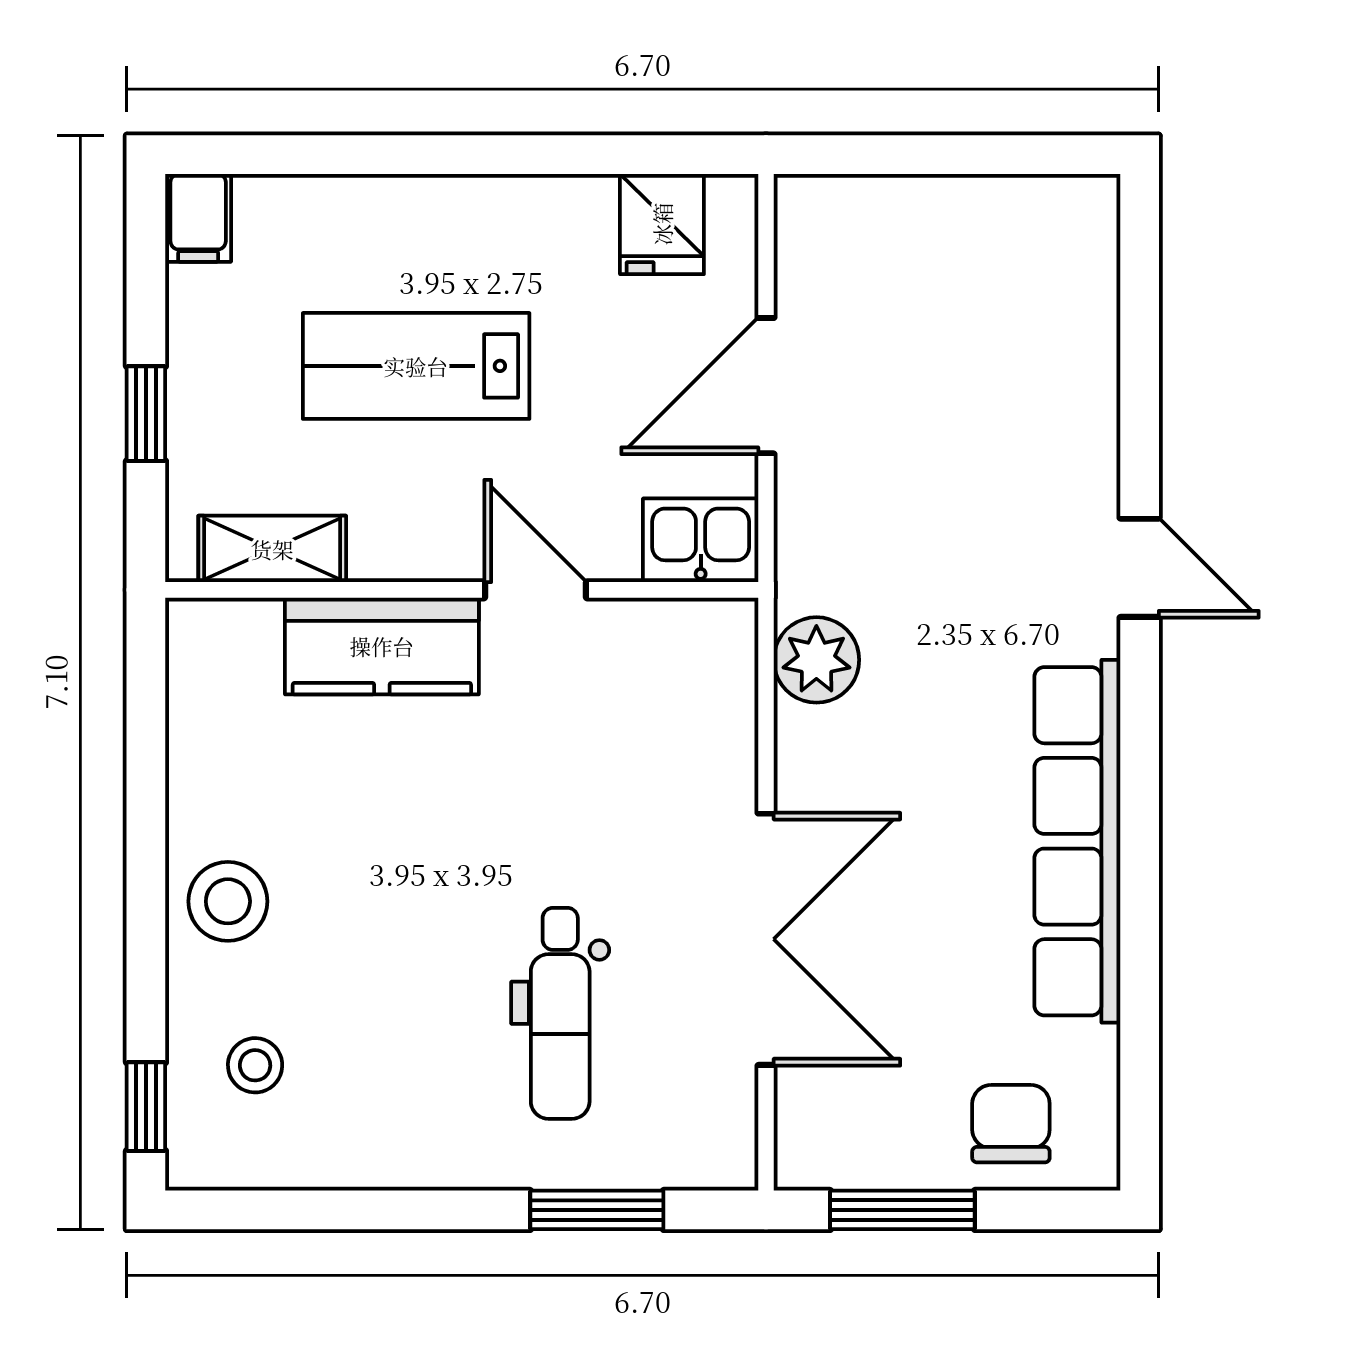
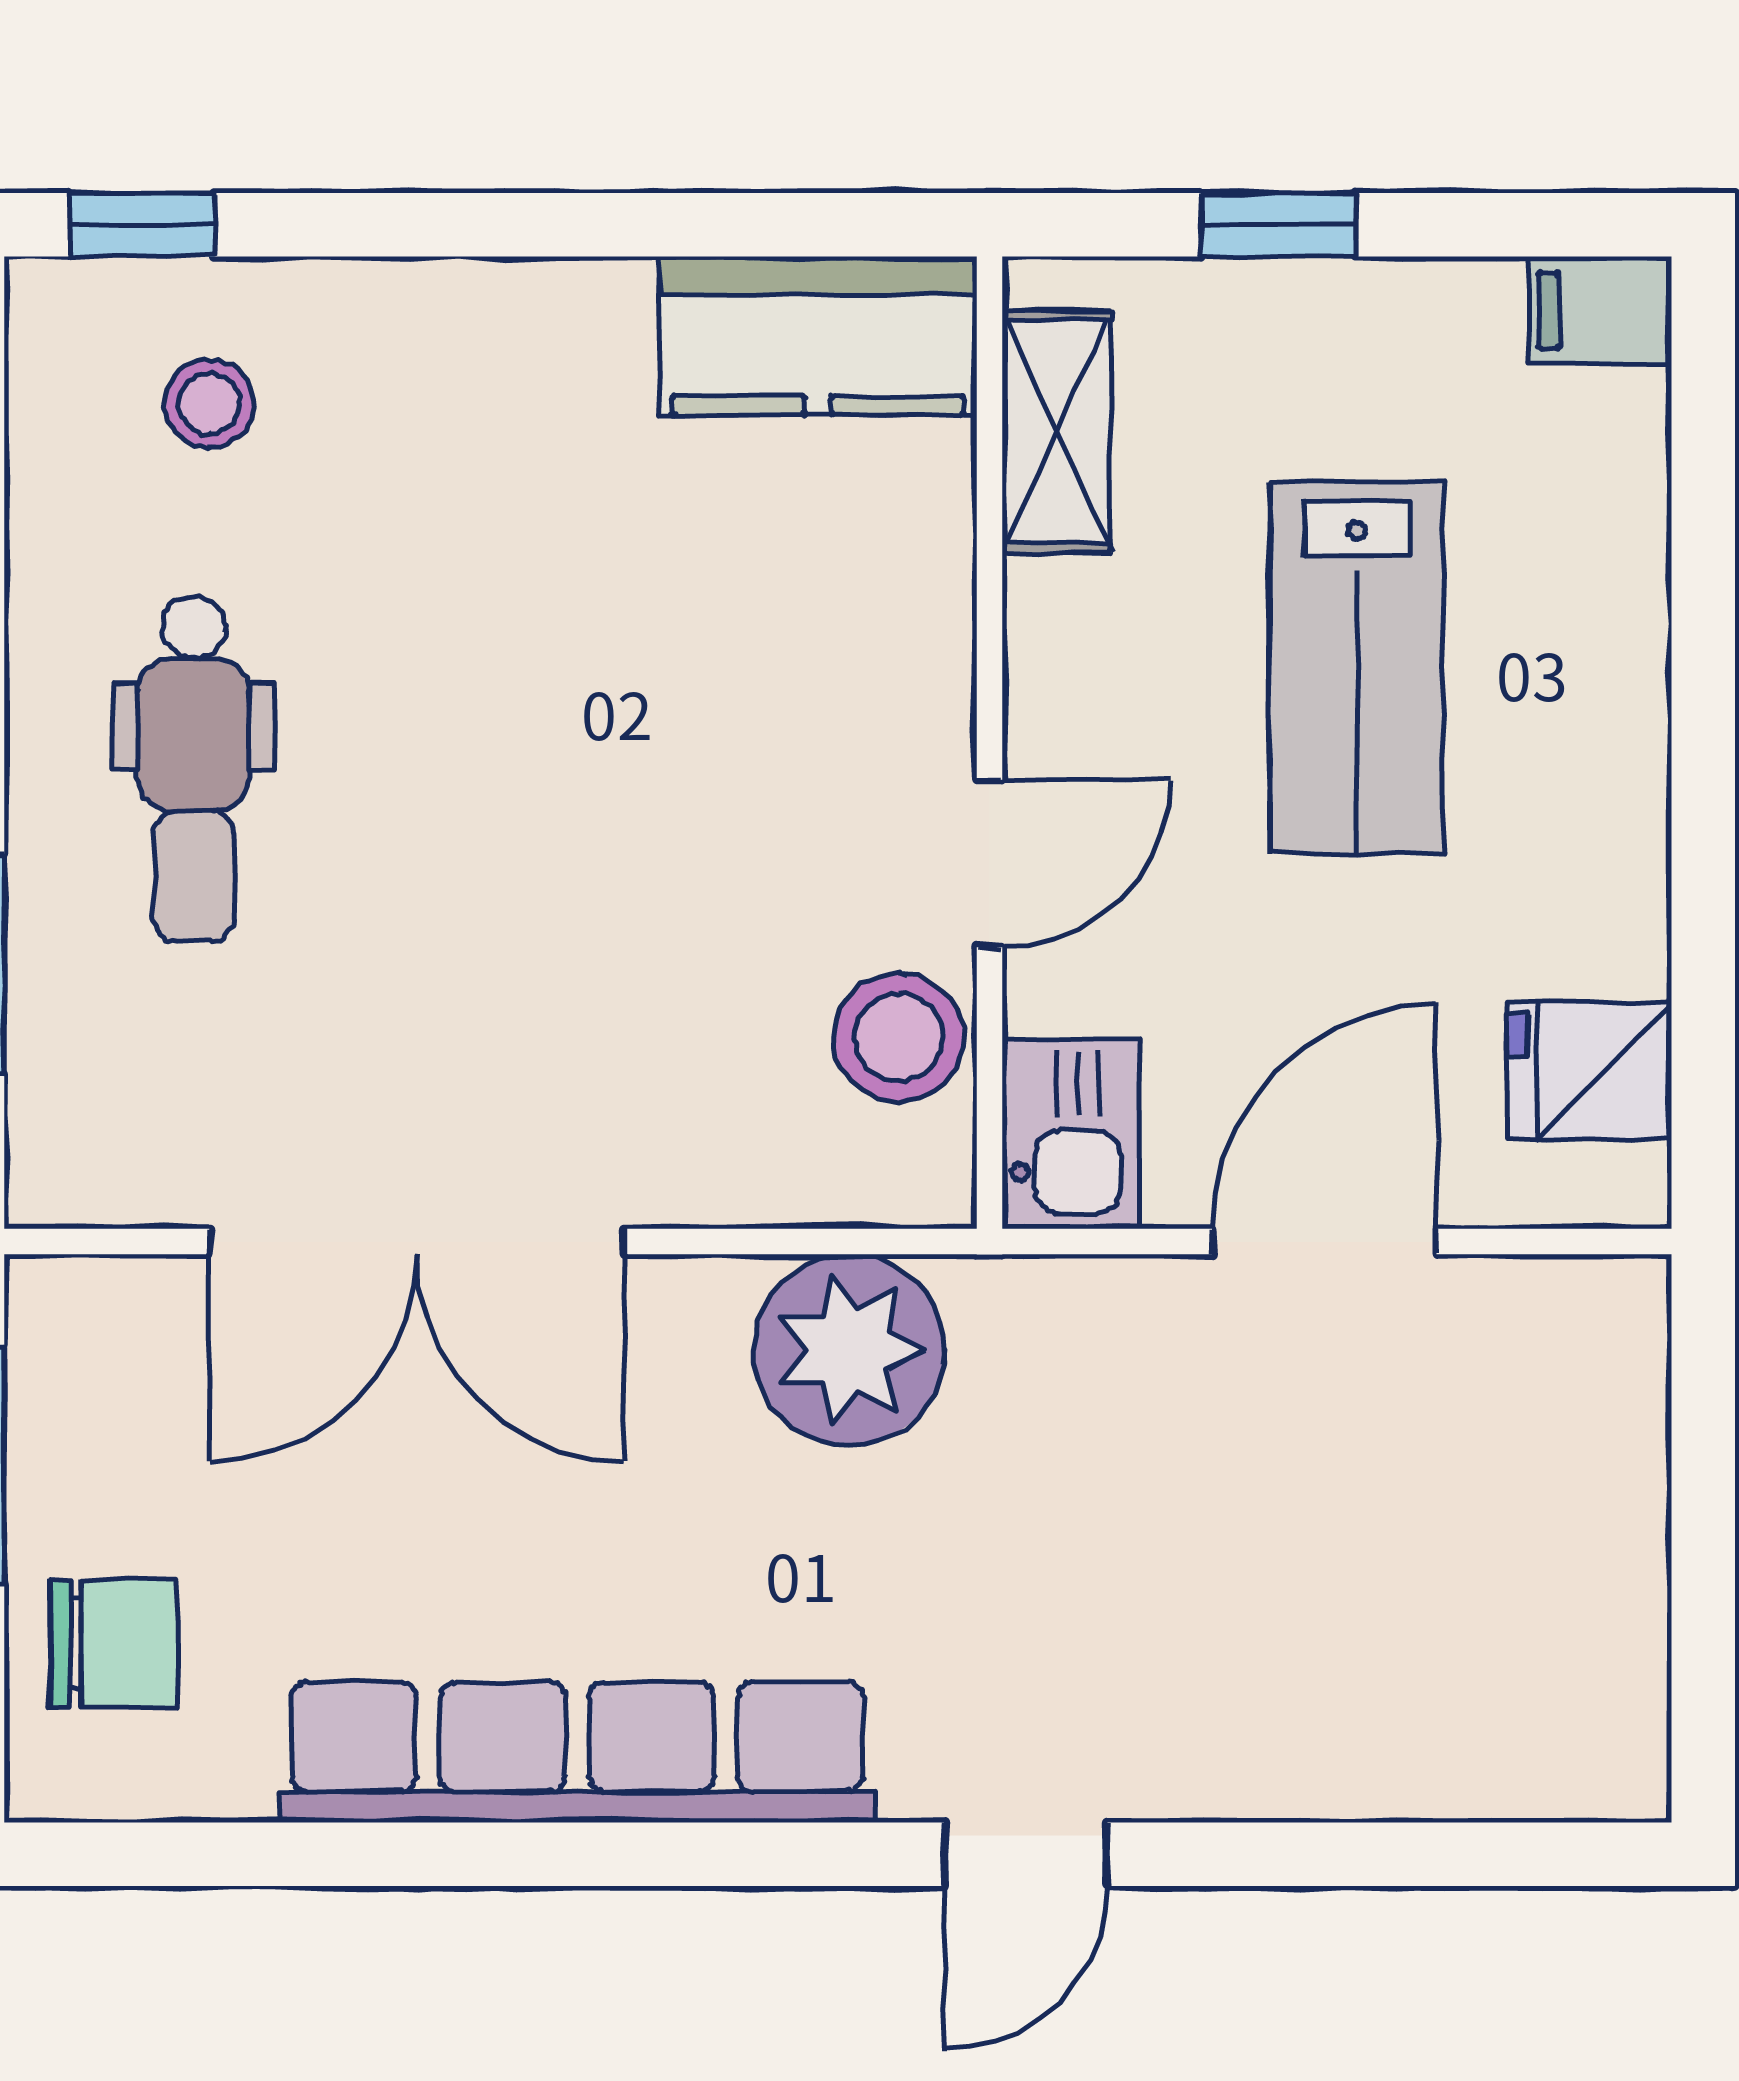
lab bench: (416, 366) -> (1357, 668), turned 180
door: (766, 386) -> (1324, 1242), hinge flipped
kitchen counter: (382, 646) -> (818, 336), moved, turned -90
plant: (816, 660) -> (849, 1350), width x1.36, depth x1.36
stool: (228, 901) -> (899, 1037), moved
dental chair: (560, 1013) -> (193, 769), moved, turned -90

